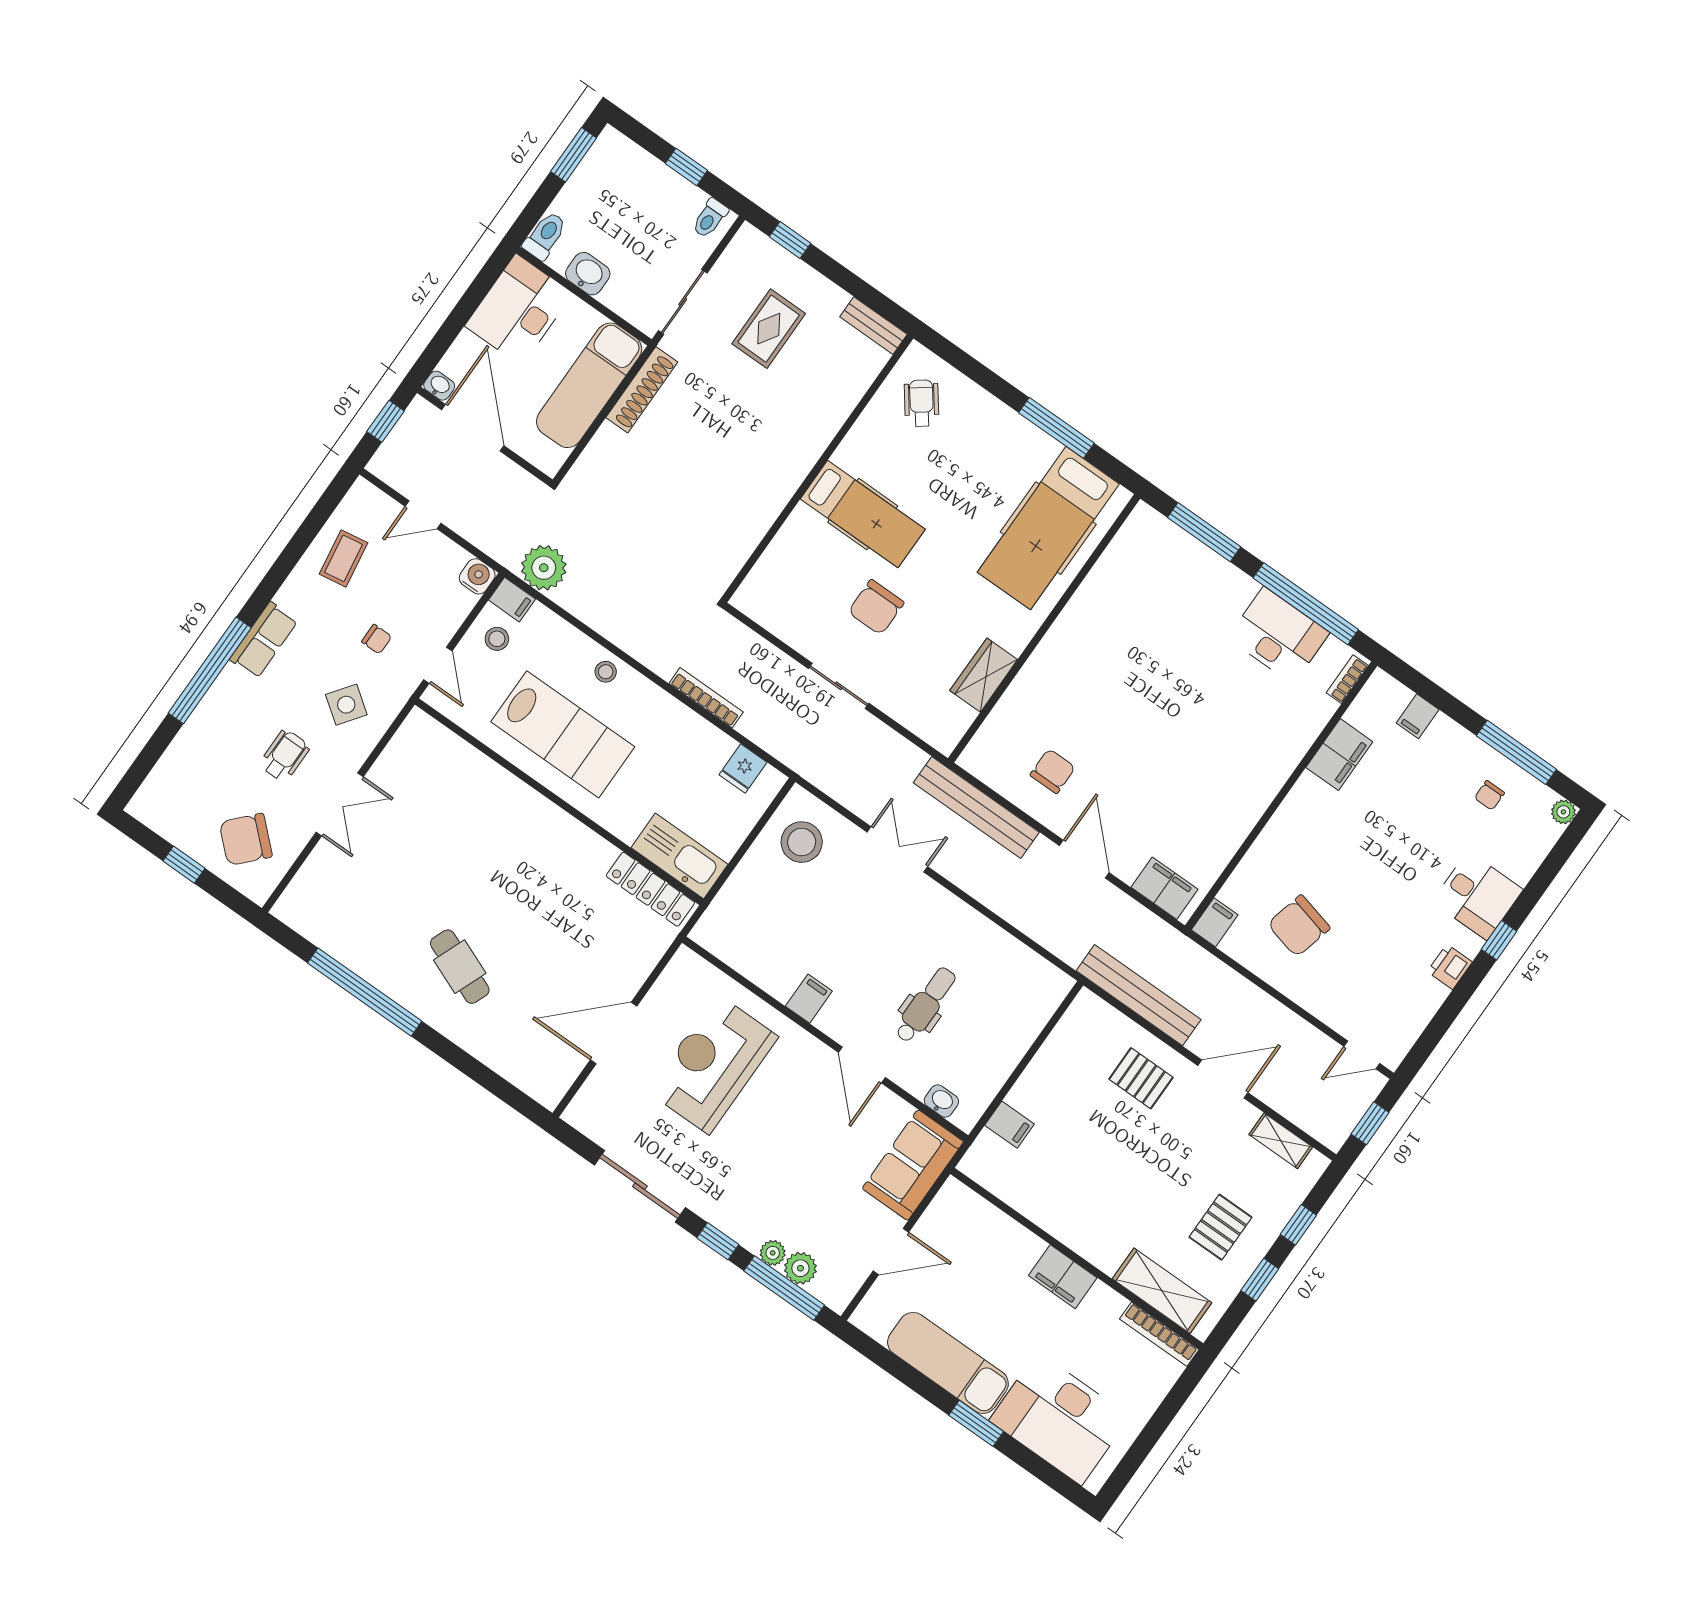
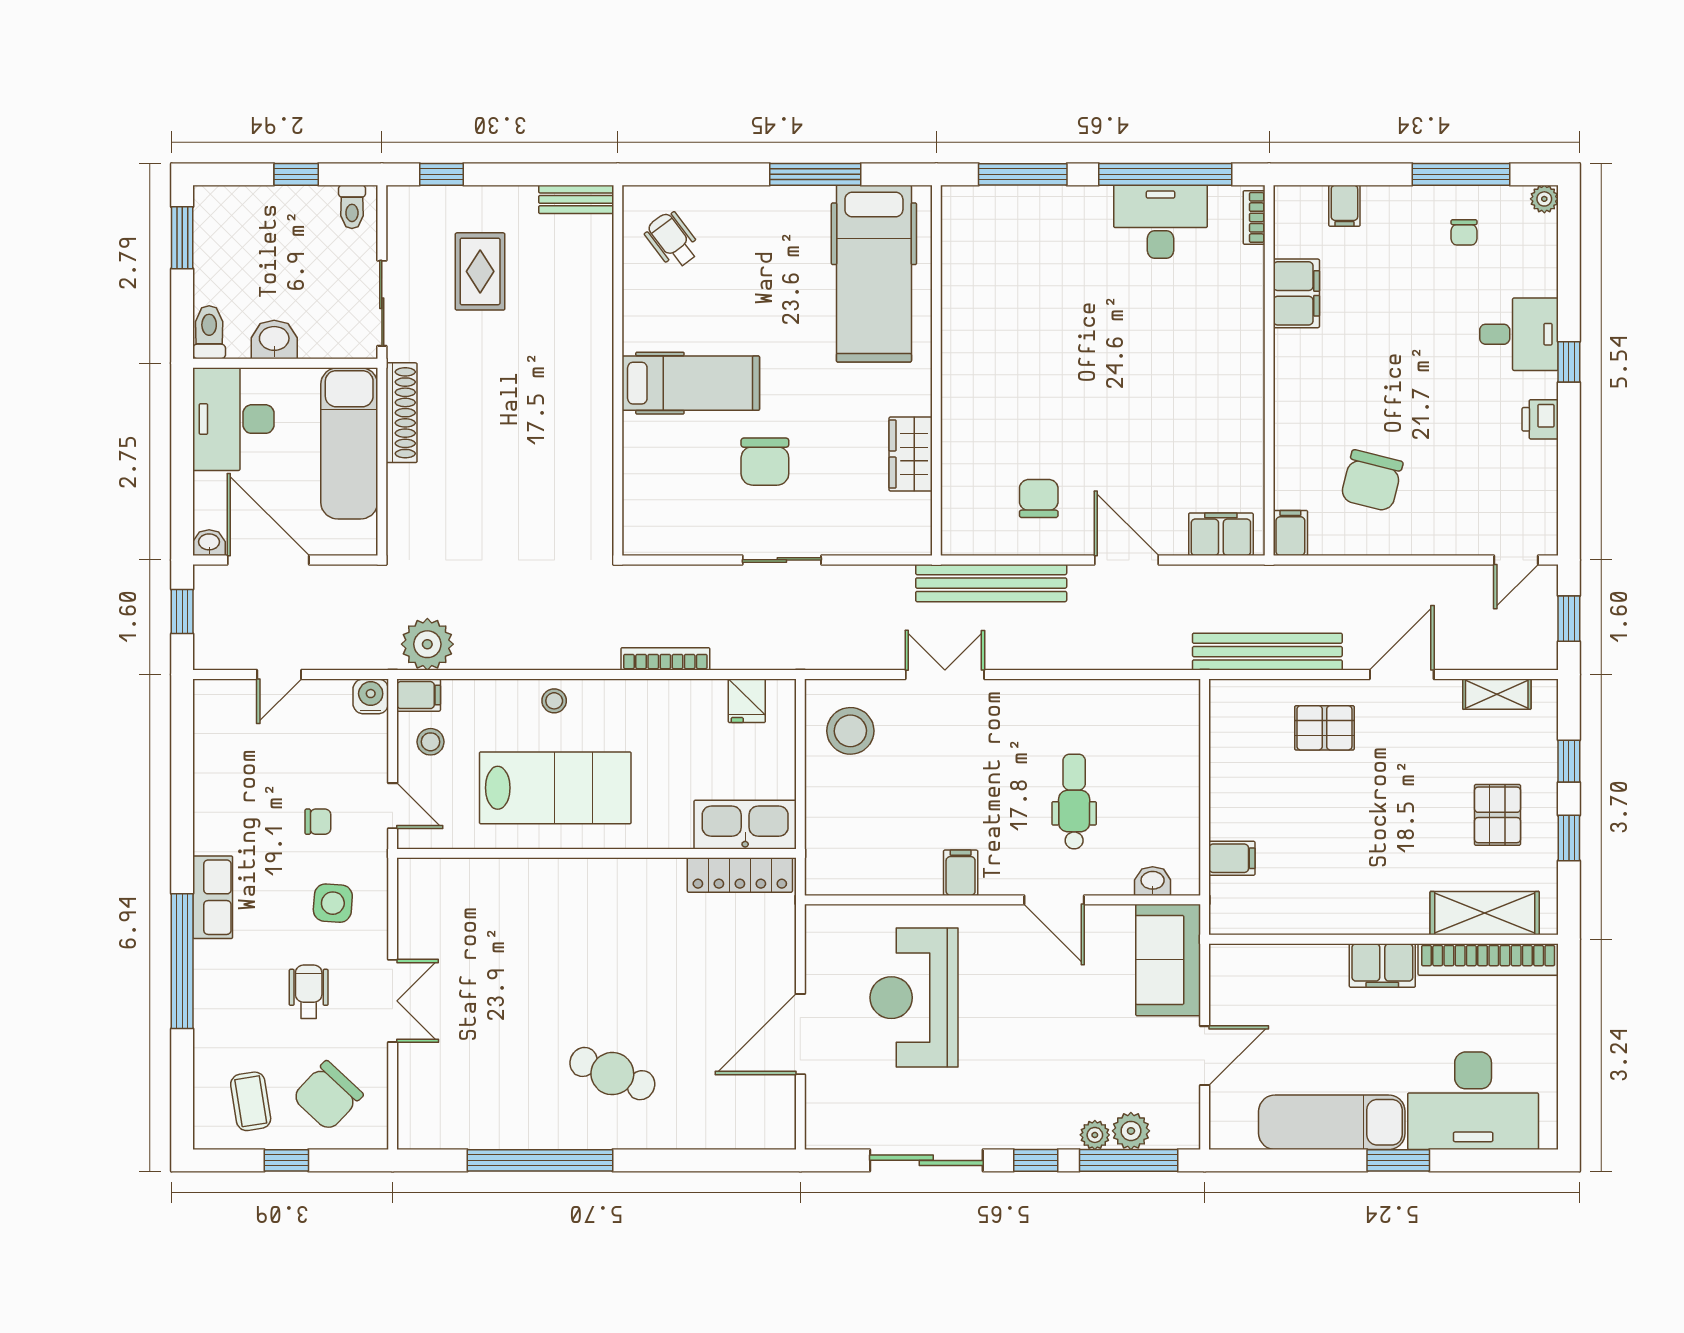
coffee table: (344, 558) -> (251, 1101), moved
side table: (346, 705) -> (333, 903), turned -32
bookcase: (1159, 1334) -> (1488, 959), width x1.48, depth x1.31

